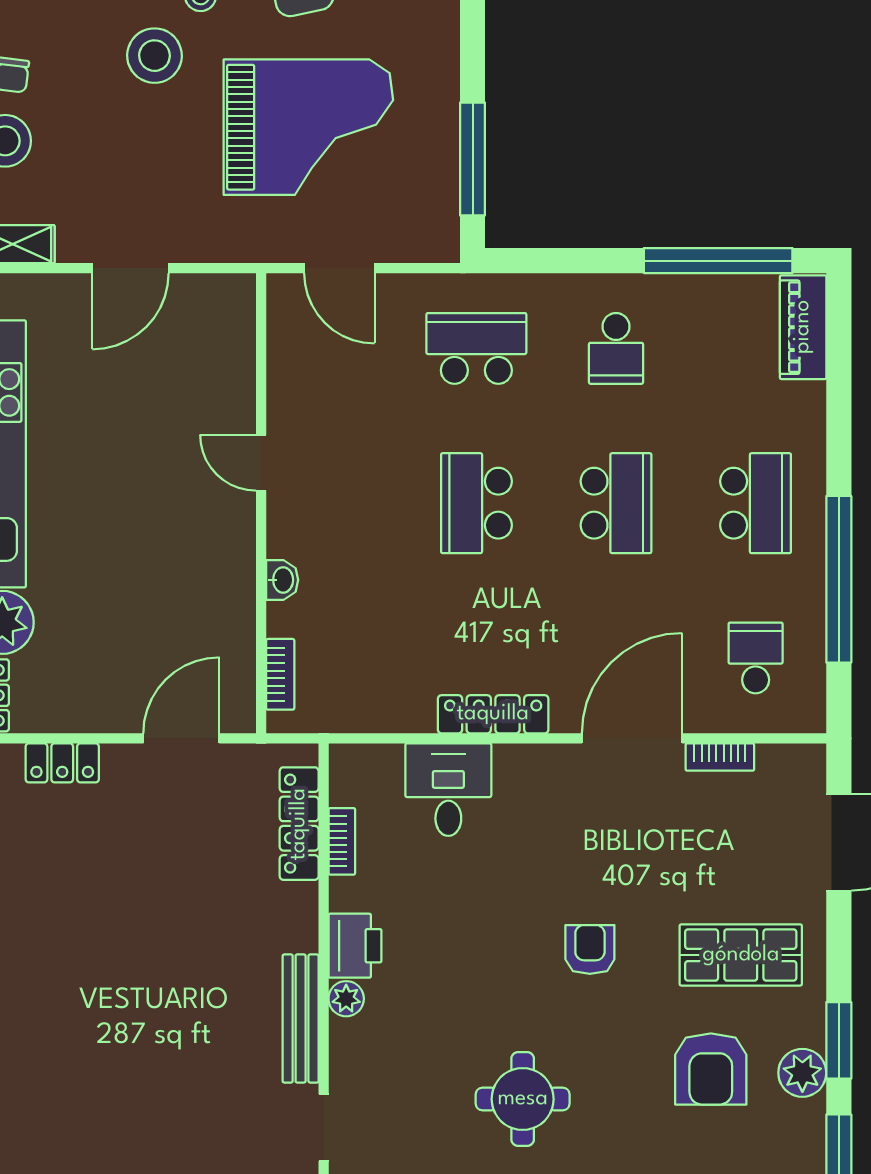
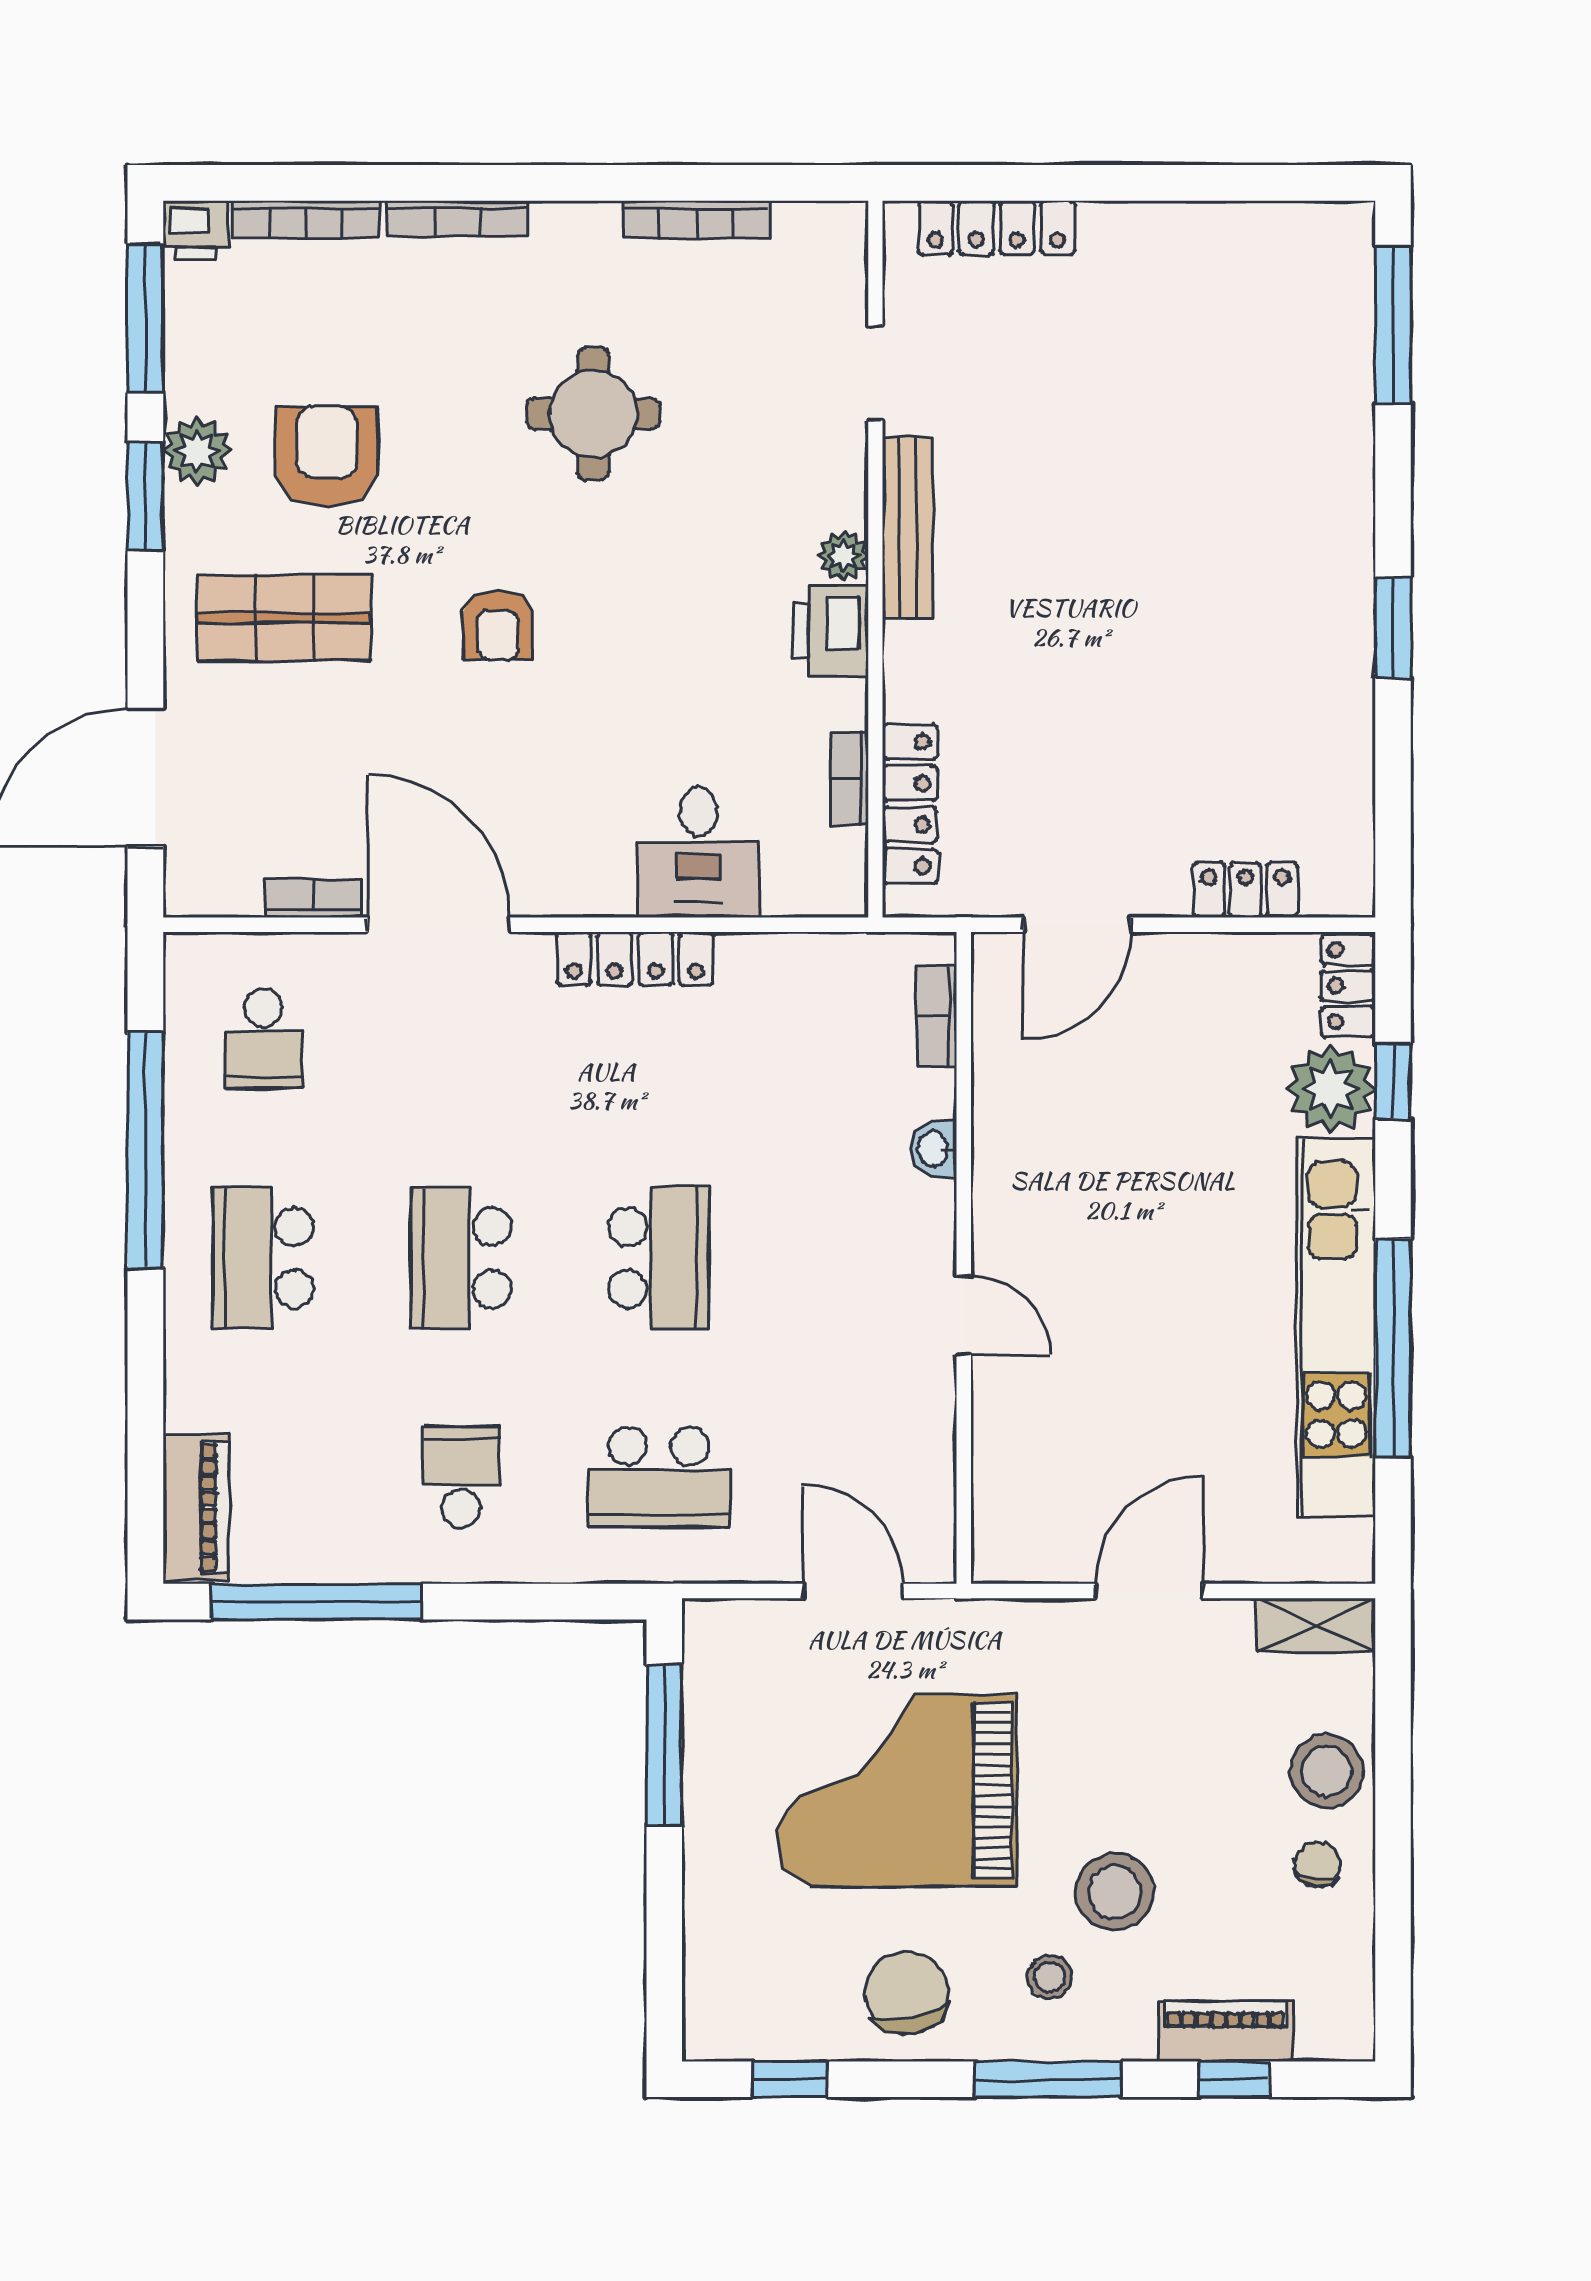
door: (632, 738) -> (438, 925), swing flipped

